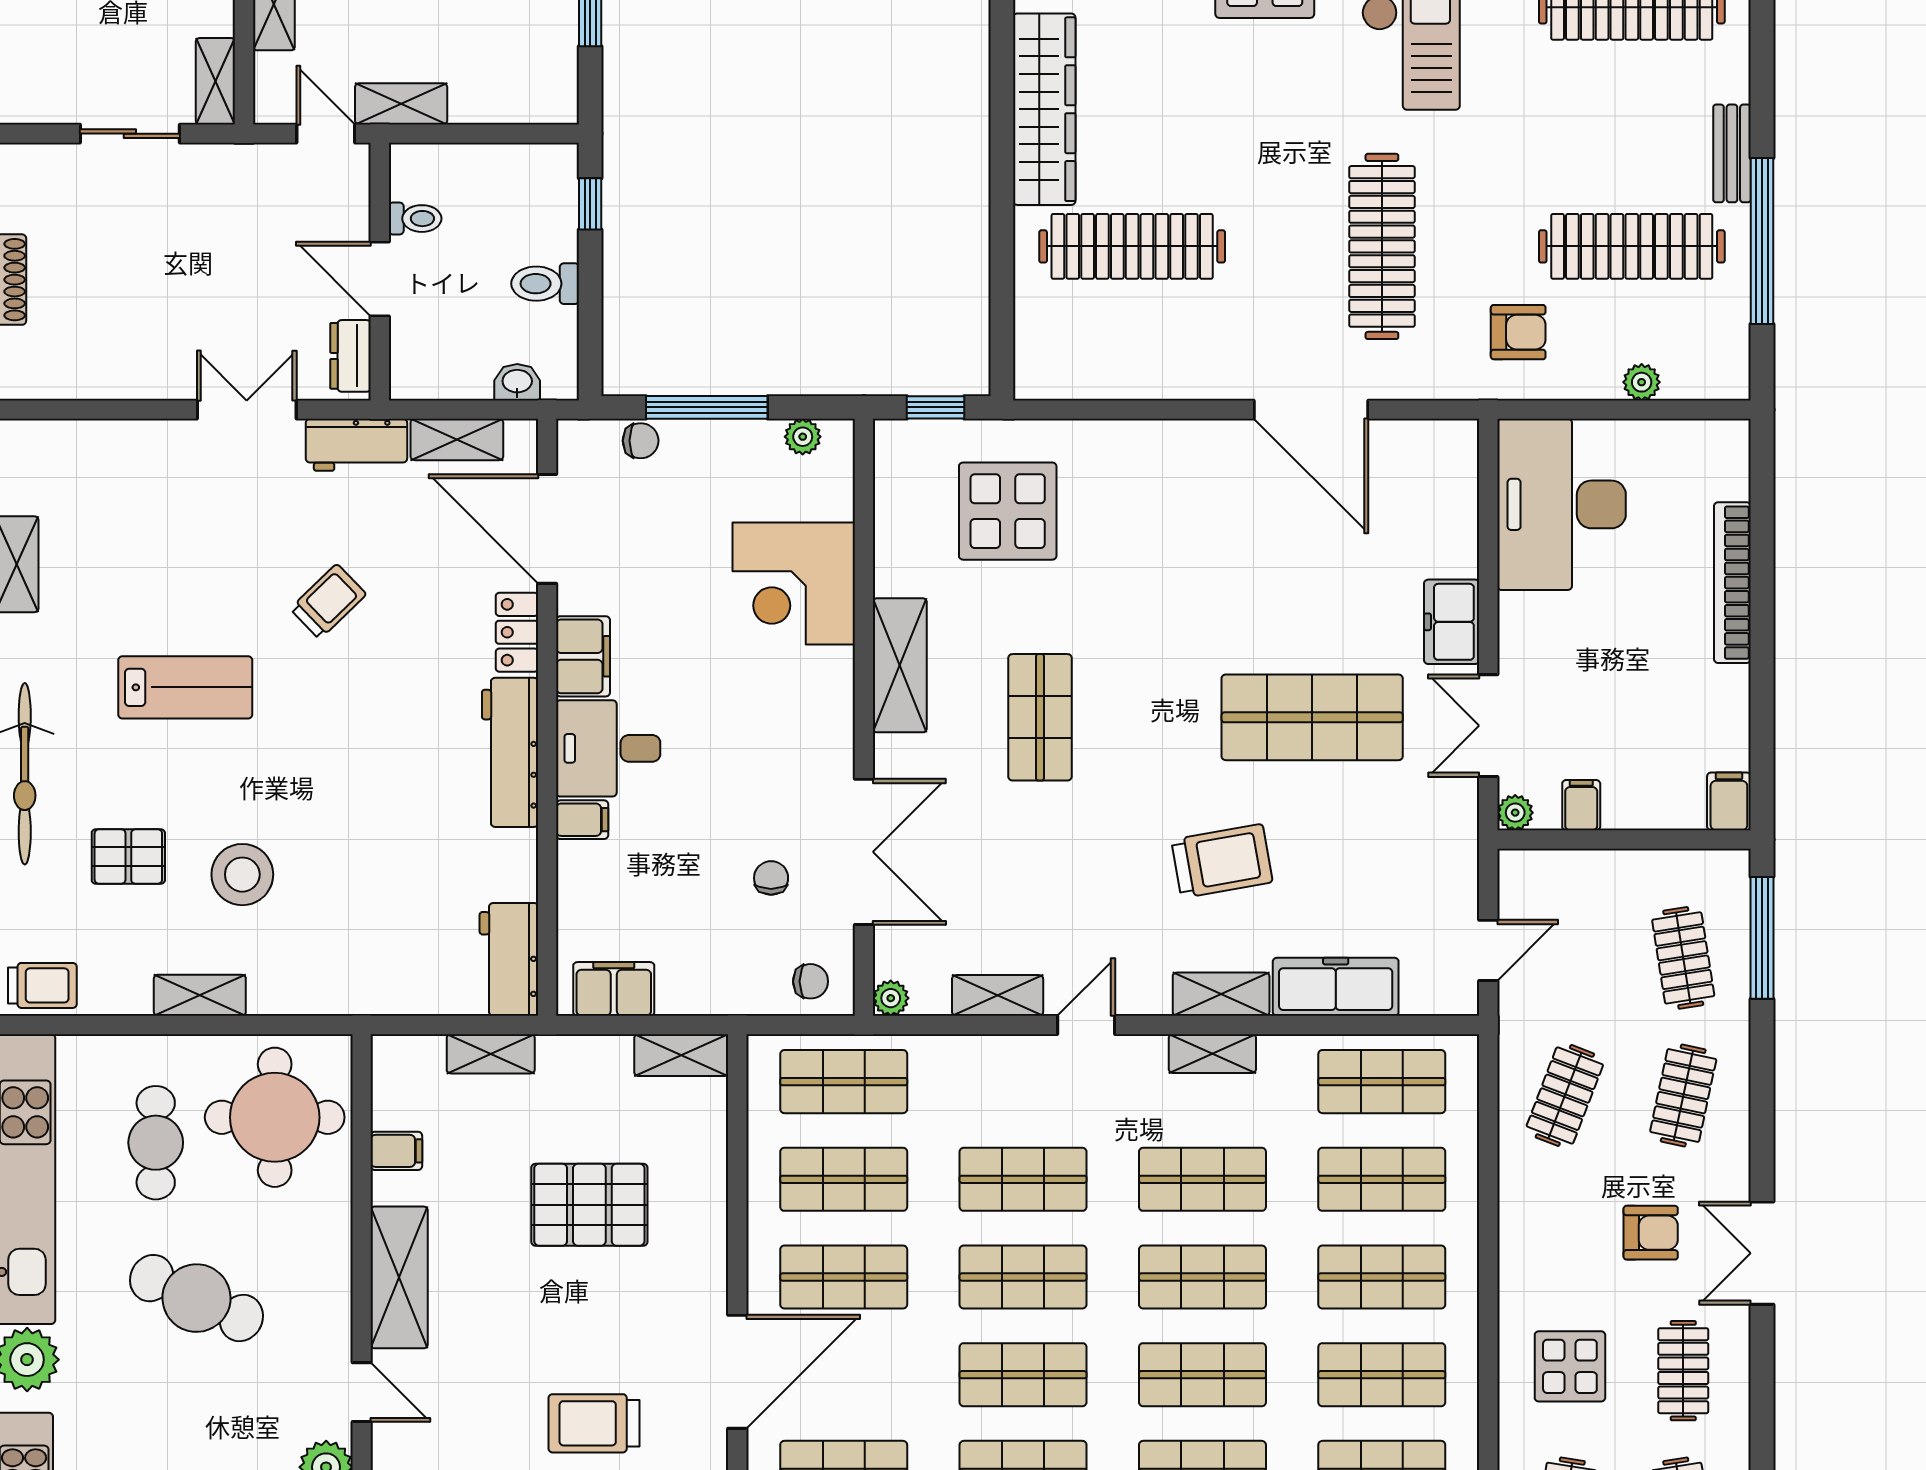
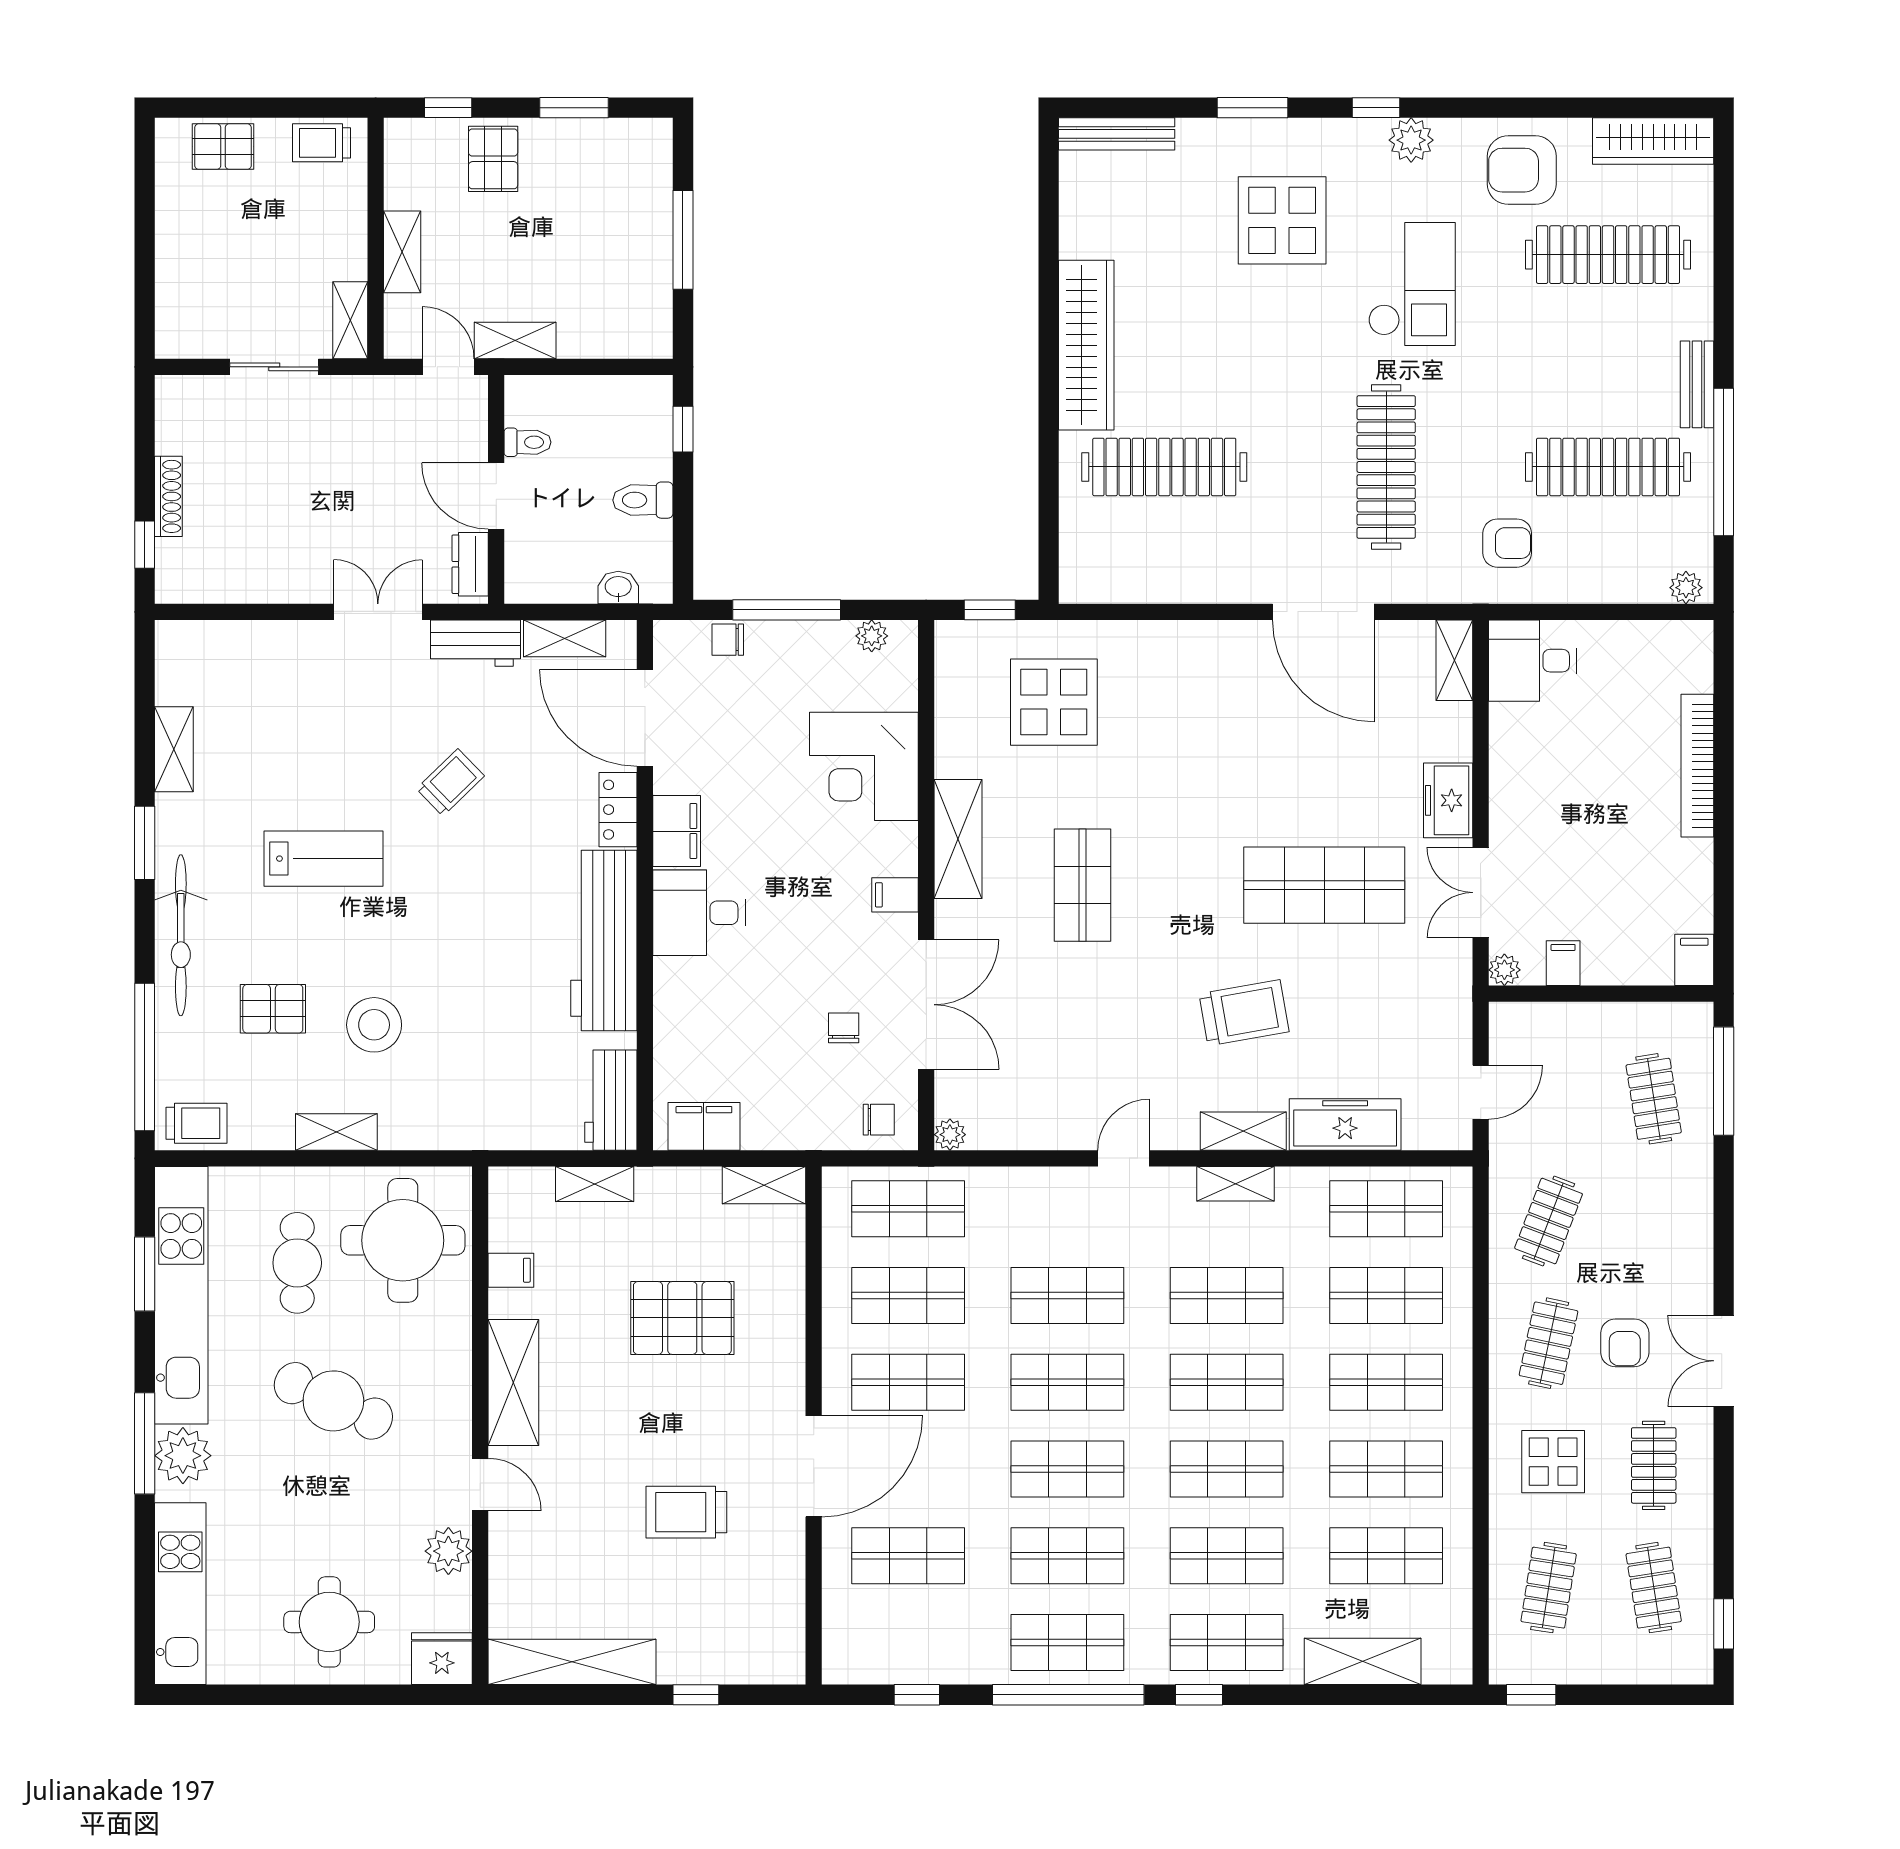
plant: (1642, 382) -> (1686, 588), moved
chair: (641, 441) -> (728, 640), turned 180
desk: (1562, 504) -> (1532, 661), width x0.53, depth x0.77
workbench: (510, 752) -> (604, 940), width x1.36, depth x1.32
filing cabinet: (582, 820) -> (895, 895), moved, turned 180
shelving: (998, 995) -> (1454, 660), moved, turned 90
clothes rail: (1683, 1095) -> (1549, 1343), moved
armchair: (1651, 1233) -> (1625, 1343), turned 90

